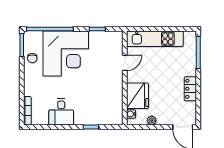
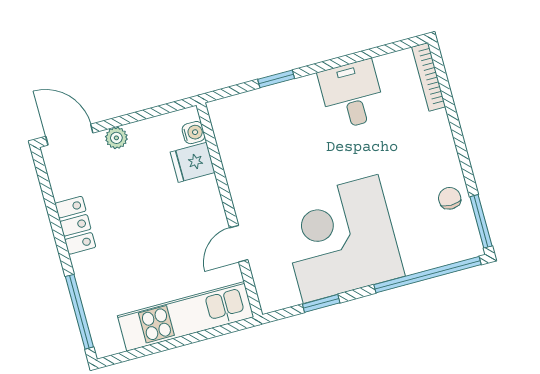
corner desk: (66, 53) -> (341, 239), moved
fridge: (137, 96) -> (193, 162), width x0.53, depth x0.75
plant: (152, 120) -> (116, 138), moved

